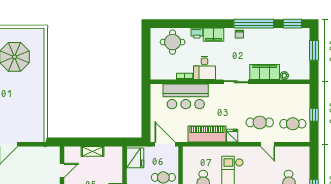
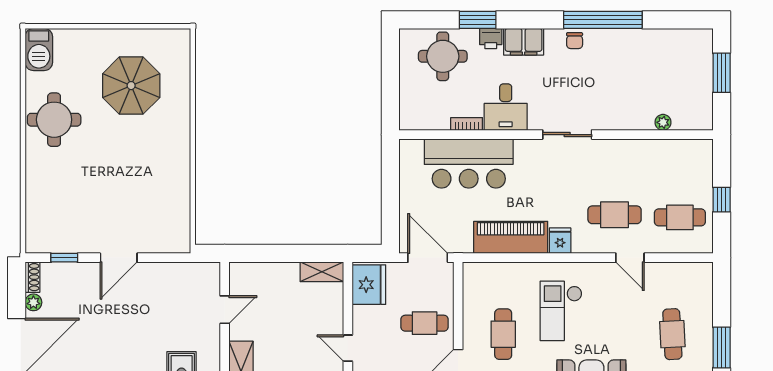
window: (292, 24) -> (478, 20), moved
filing cabinet: (265, 72) -> (624, 115), removed
shelving: (93, 151) -> (322, 272), moved

